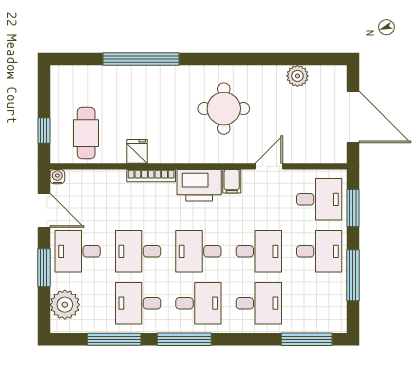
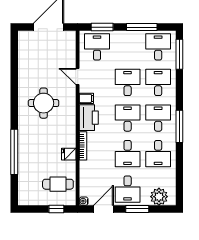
plant: (297, 76) -> (24, 60), removed
desk: (198, 251) -> (128, 118), turned 180
desk: (319, 251) -> (158, 47), moved
window: (114, 339) -> (179, 168), removed

